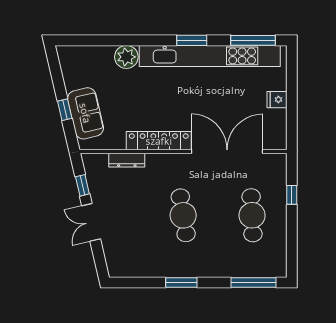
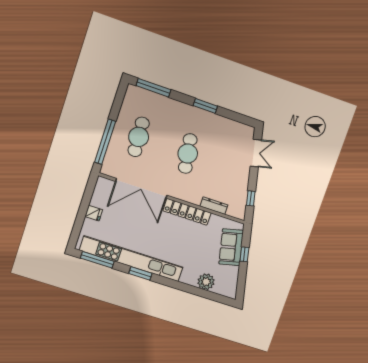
plant: (126, 57) -> (206, 282), moved
window: (292, 195) -> (105, 142), width x3.17
double door: (91, 222) -> (256, 153), moved

